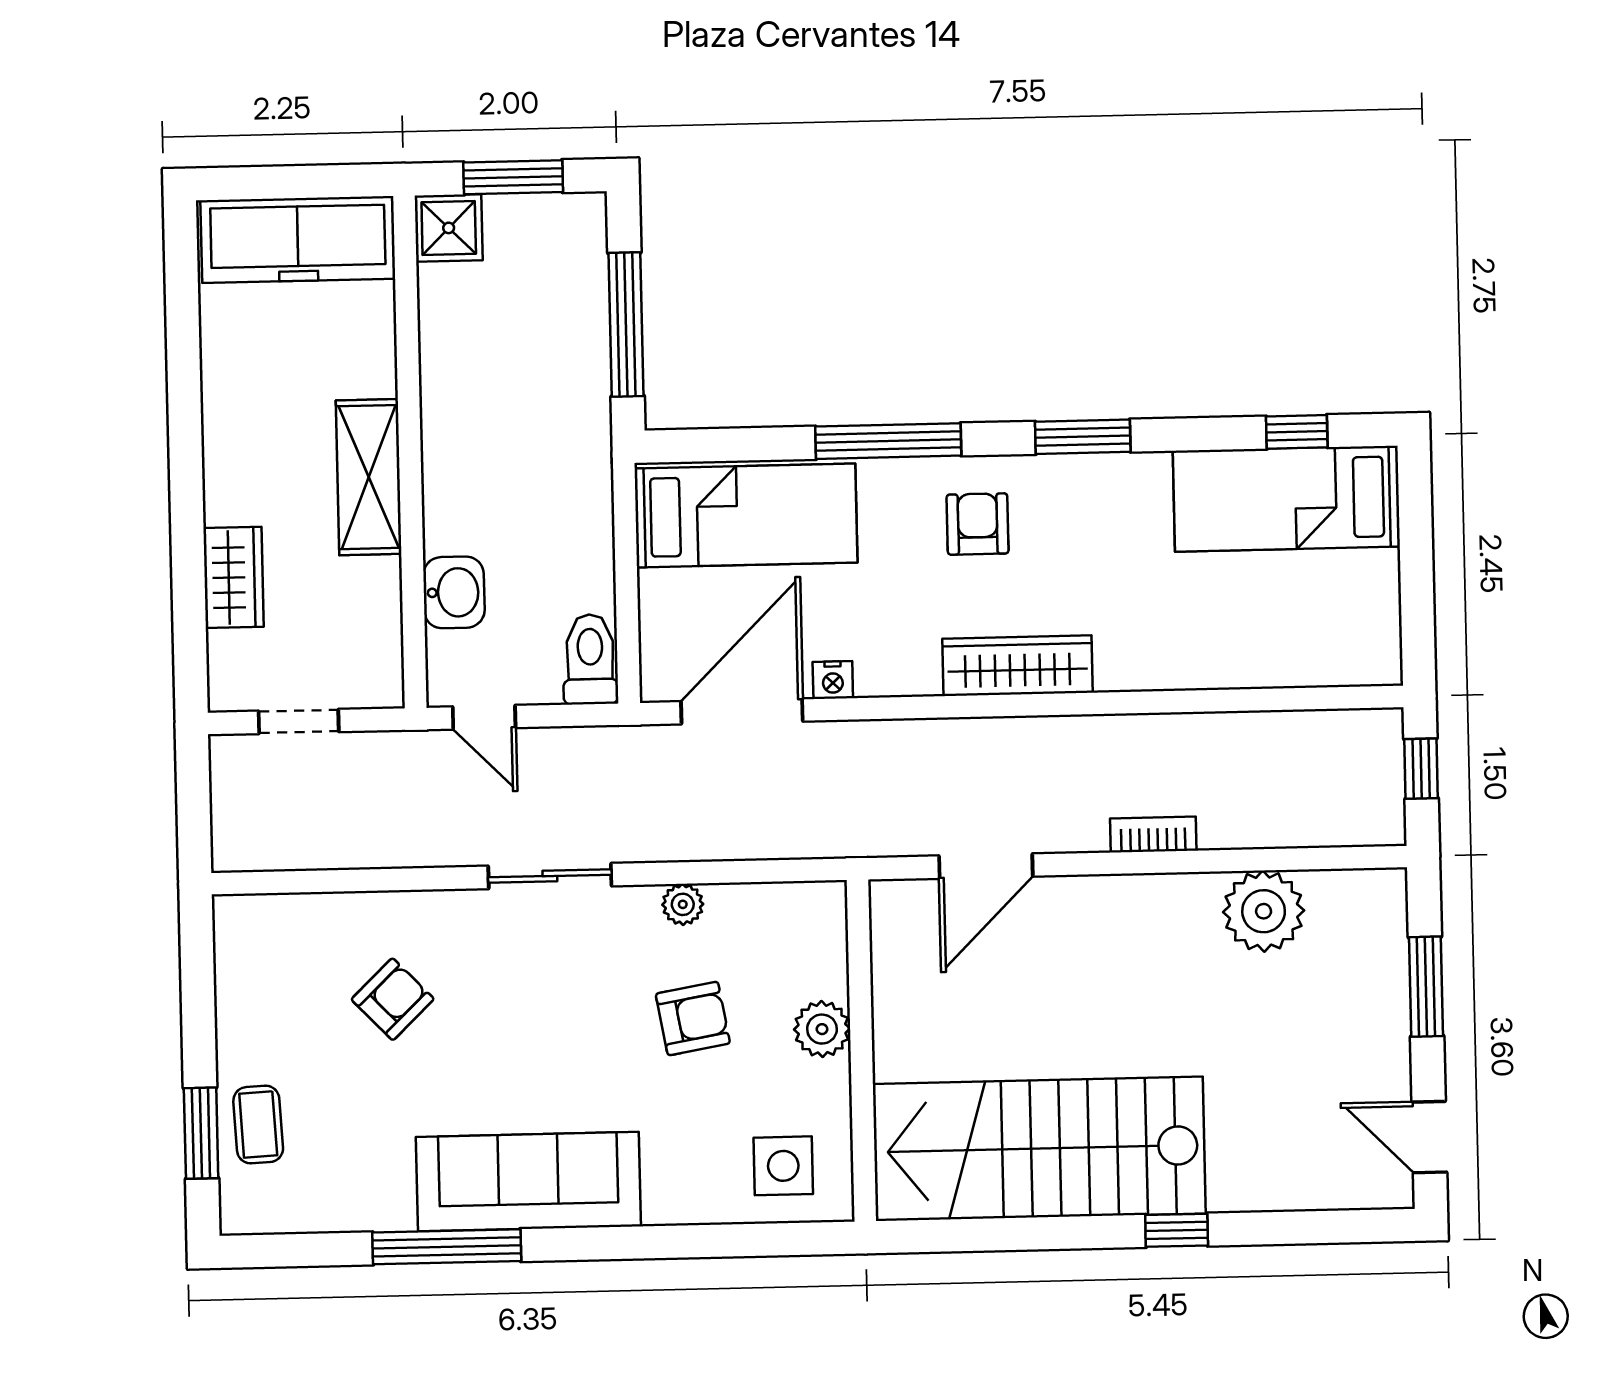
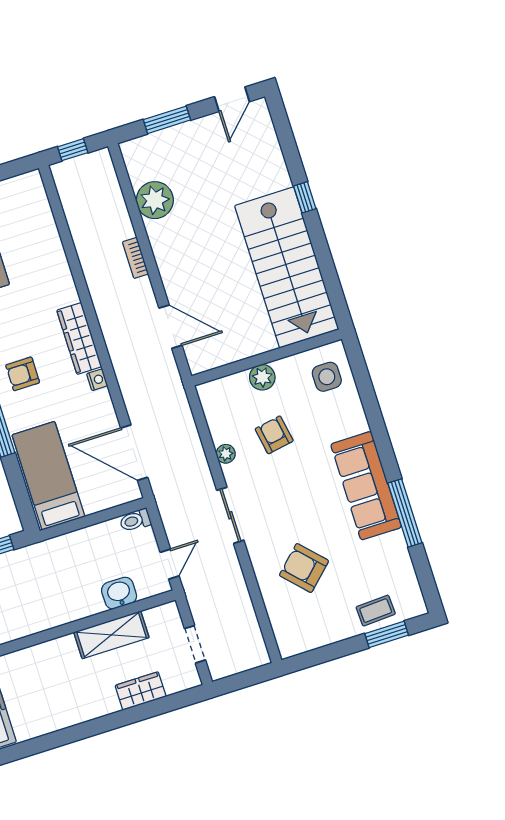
shelving: (369, 477) -> (111, 635), moved
toilet: (590, 659) -> (135, 520), width x0.73, depth x0.72
nightstand: (833, 680) -> (97, 380), moved
armchair: (393, 999) -> (304, 568), width x1.38, depth x1.38

